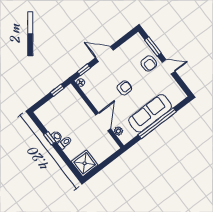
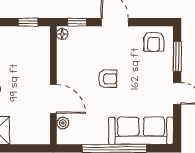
armchair: (149, 63) -> (154, 41), moved
sofa: (150, 113) -> (141, 131), moved
door: (103, 122) -> (53, 99), hinge flipped

